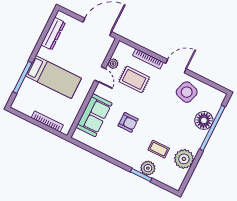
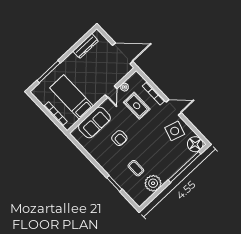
bed: (53, 77) -> (72, 97), moved, turned 180
floor lamp: (204, 120) -> (195, 144), moved
plant: (148, 168) -> (122, 180), removed

